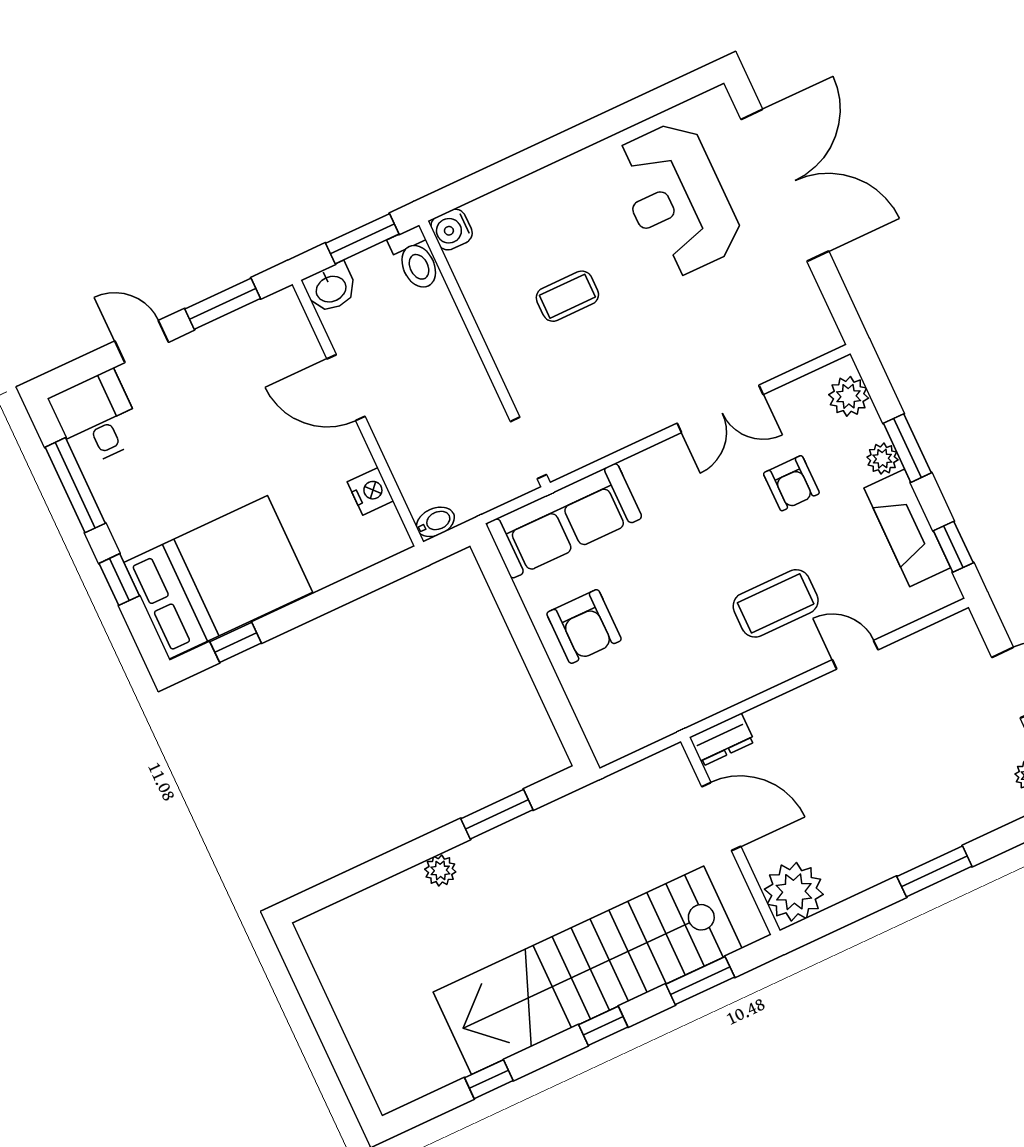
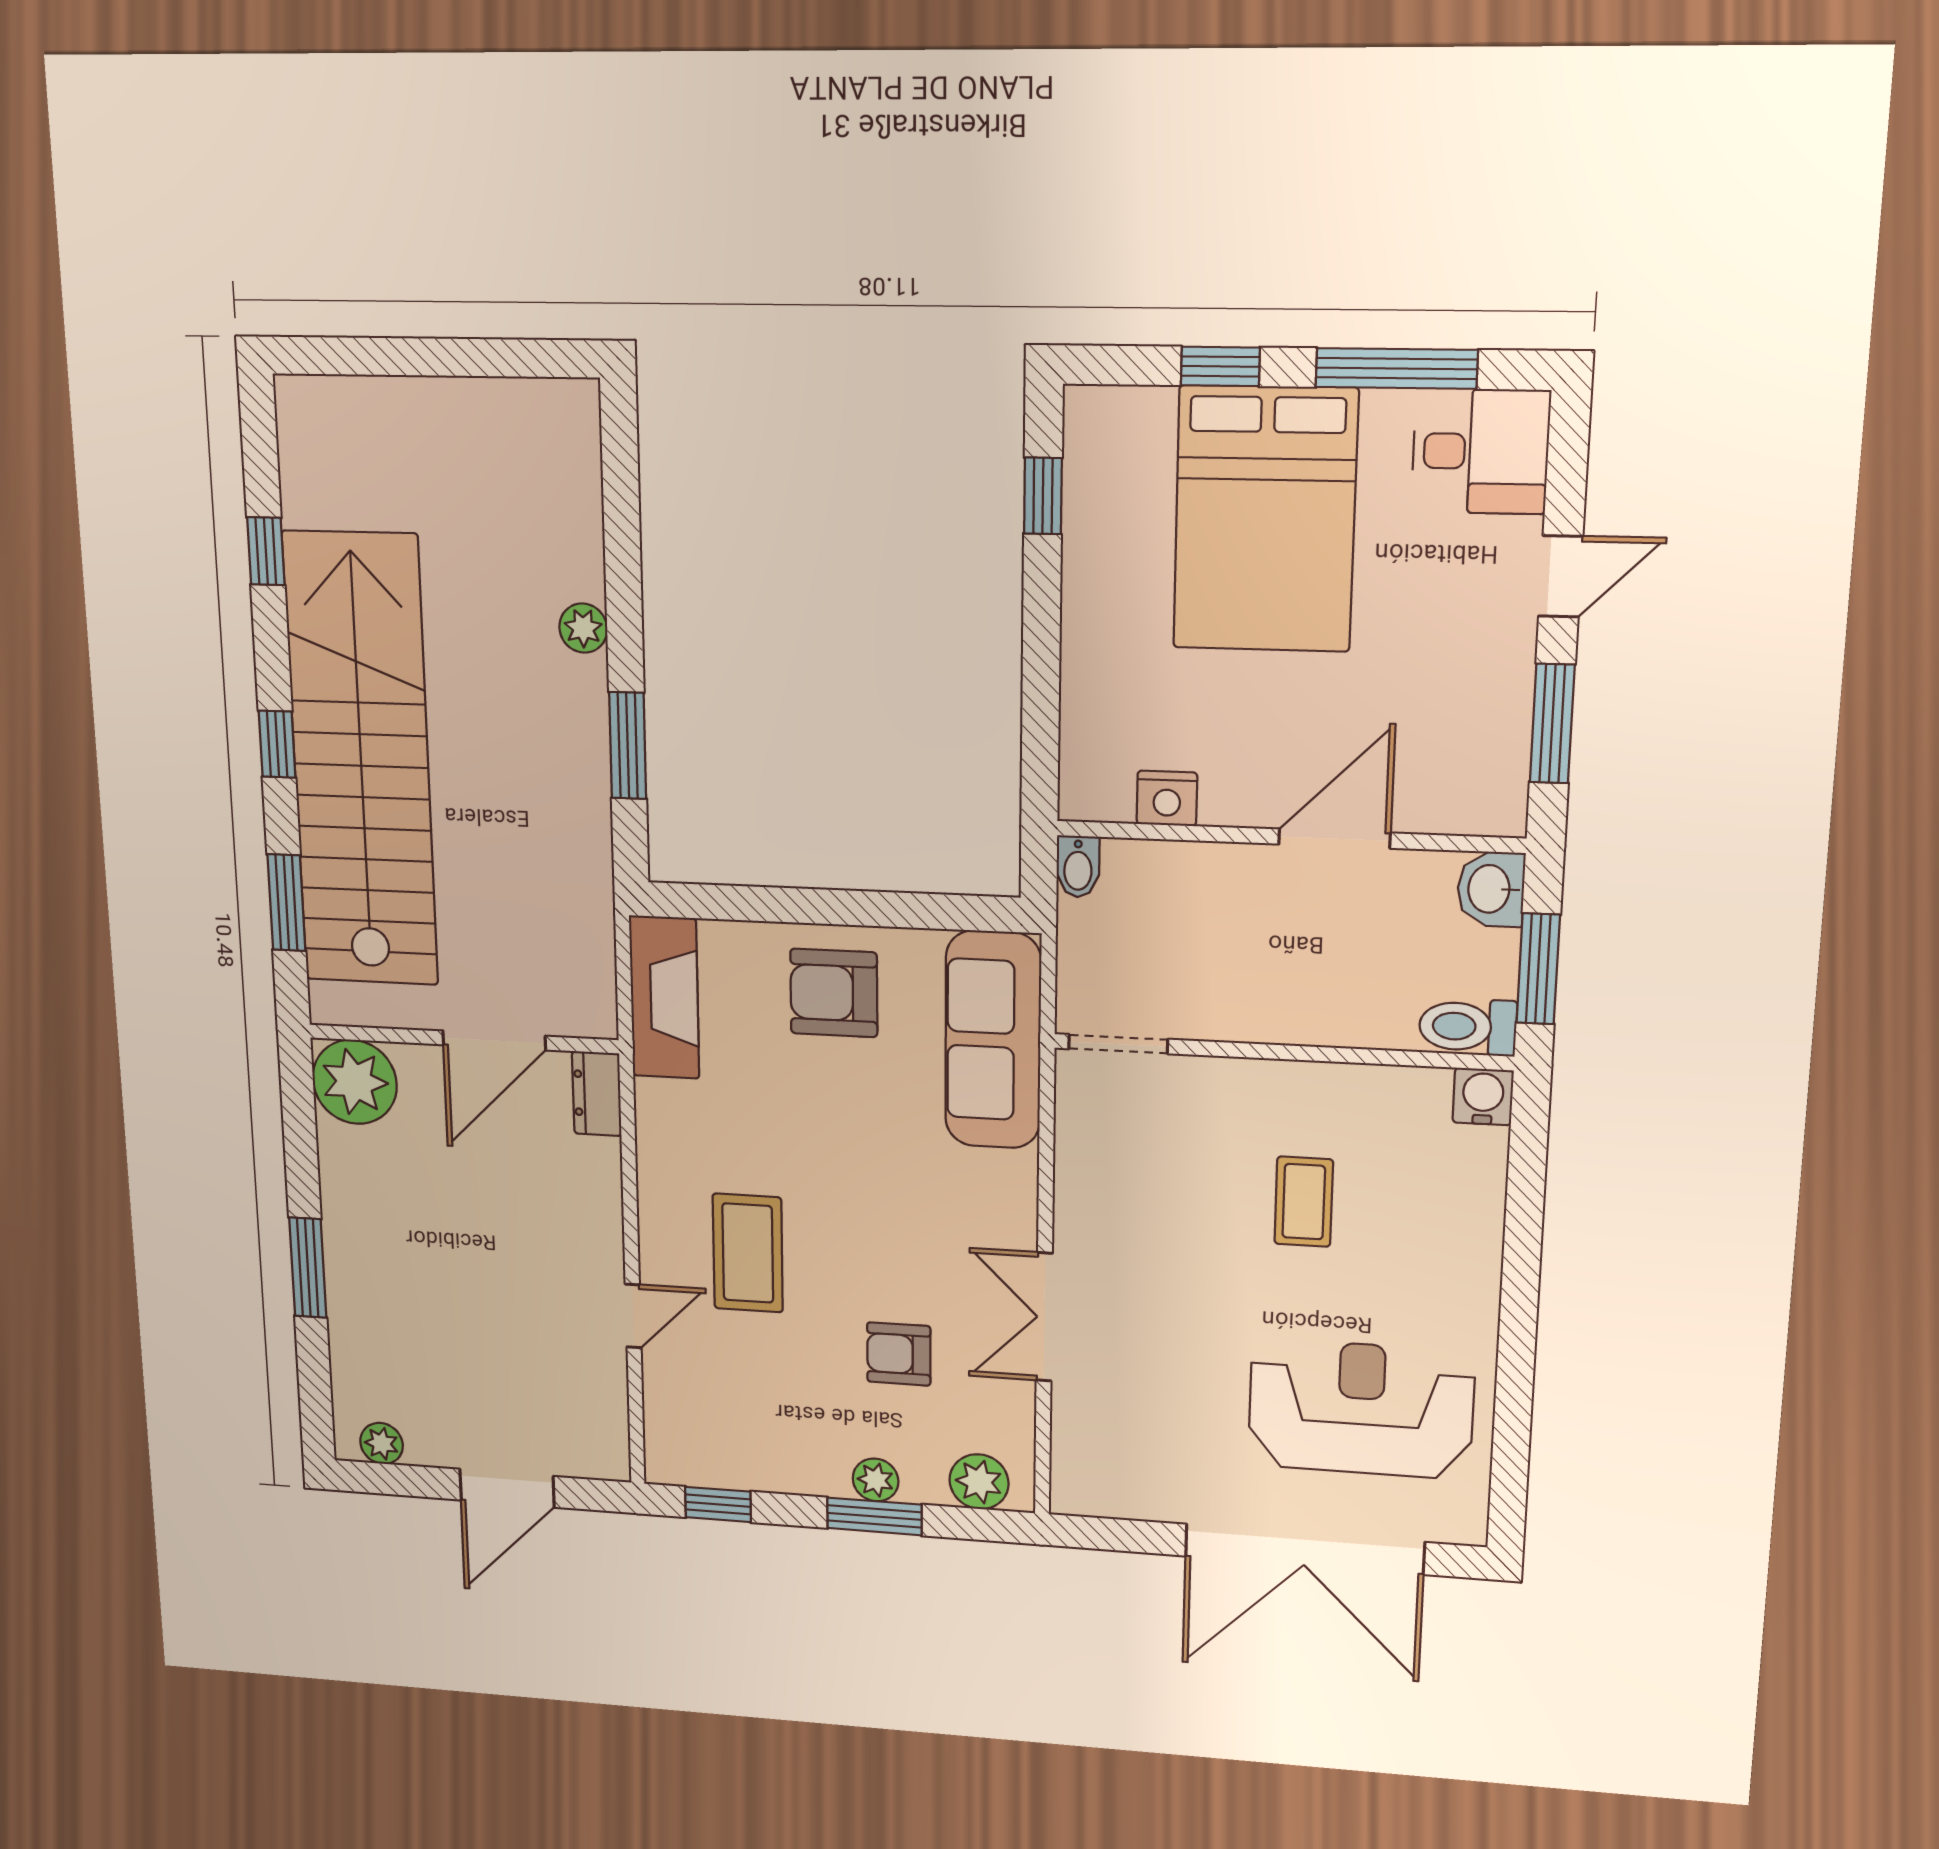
fireplace: (907, 528) -> (664, 997), moved, turned 90
bed: (218, 577) -> (1265, 519), moved

